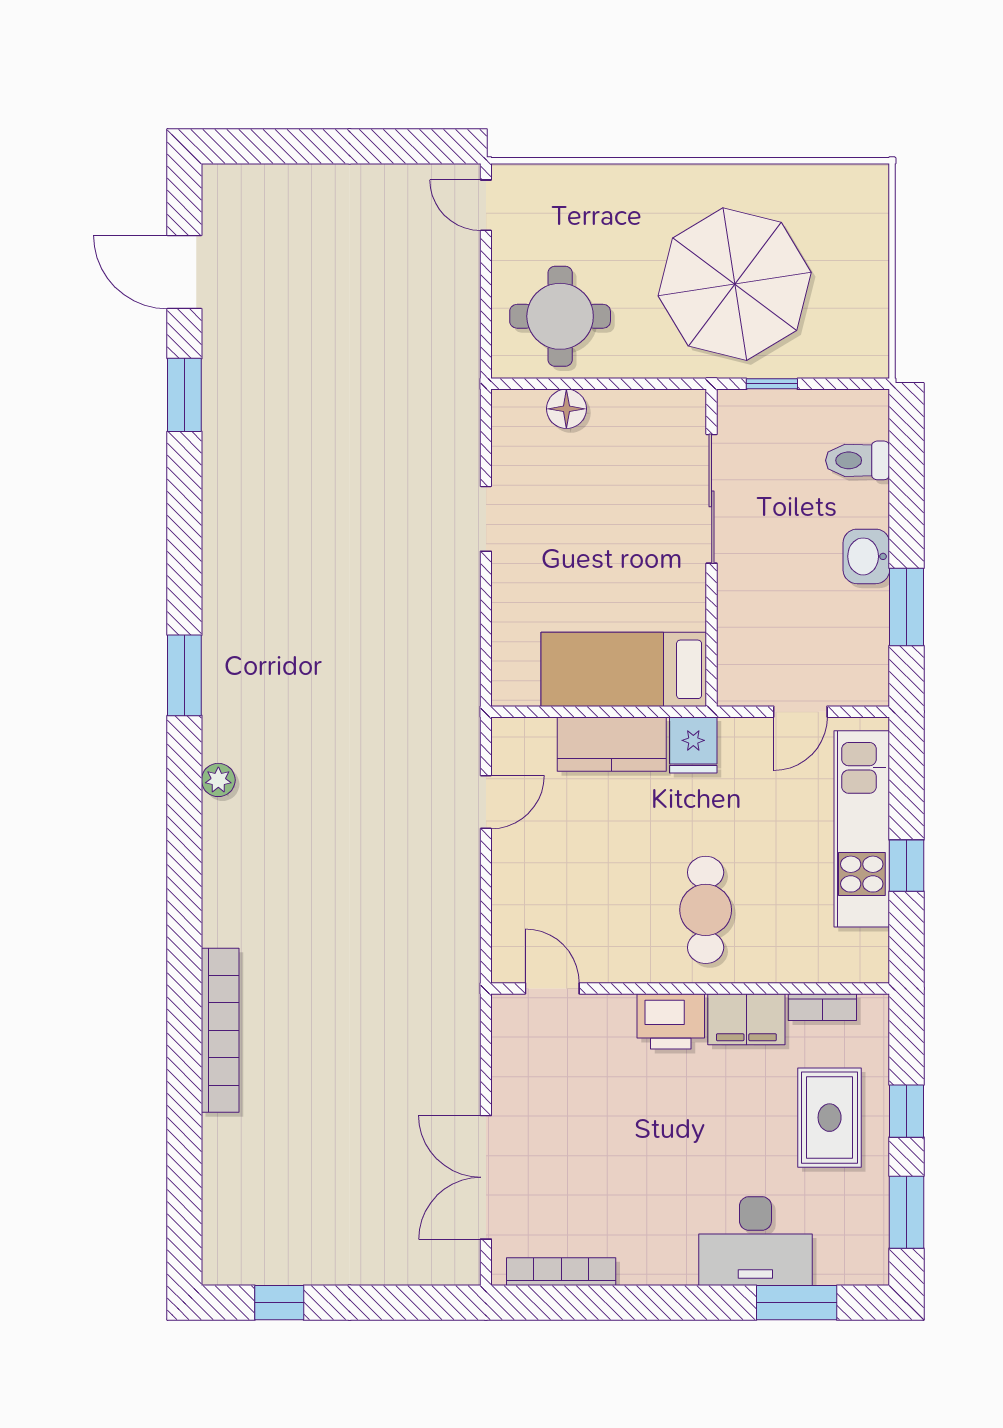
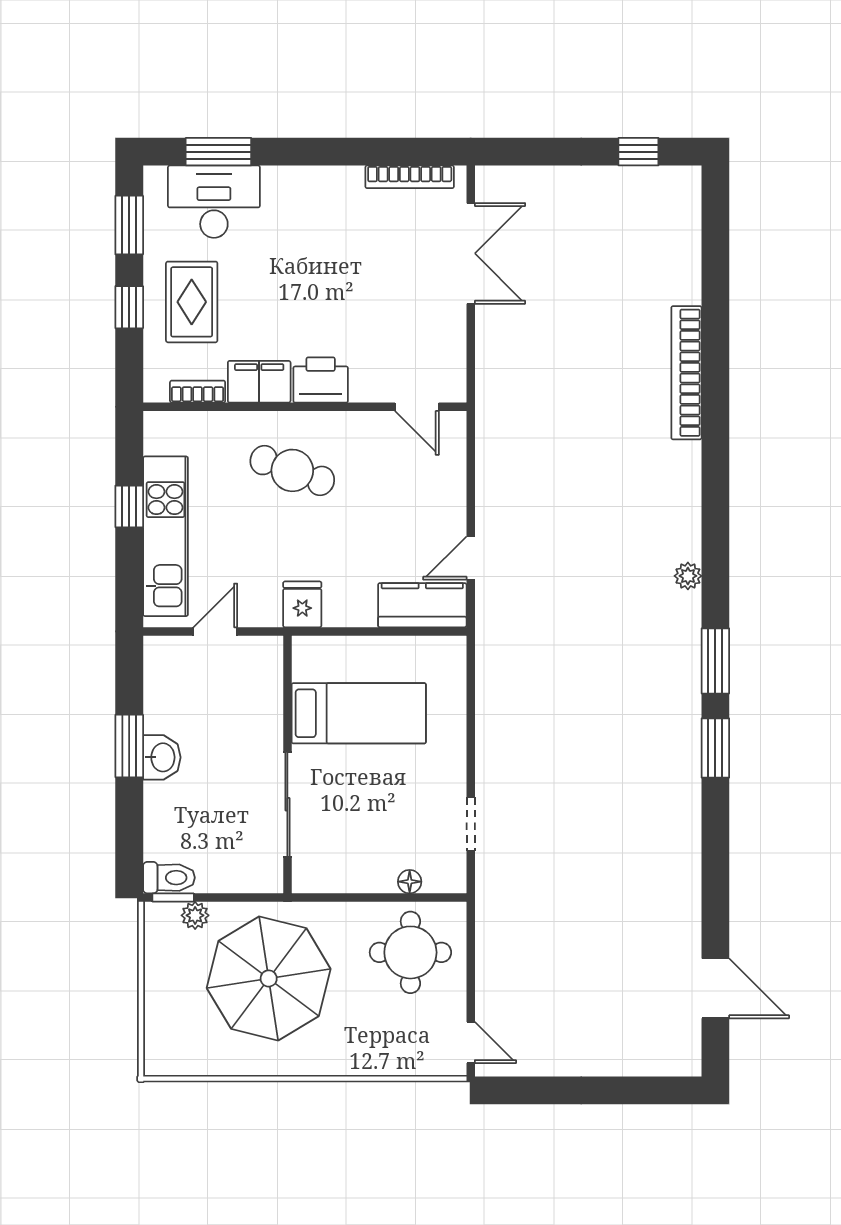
plant: (825, 362) -> (195, 915), added
window: (772, 384) -> (173, 898), moved
window: (184, 395) -> (715, 748), moved
floor lamp: (566, 409) -> (410, 882), width x0.73, depth x0.73
toilet: (858, 460) -> (169, 878), moved
doorway: (486, 519) -> (471, 824), moved
window: (907, 607) -> (129, 746), moved
bed: (624, 669) -> (359, 713), moved
kitchen counter: (612, 744) -> (422, 605), moved
cafe table: (706, 910) -> (292, 470), turned -70
desk: (755, 1241) -> (214, 202), moved

